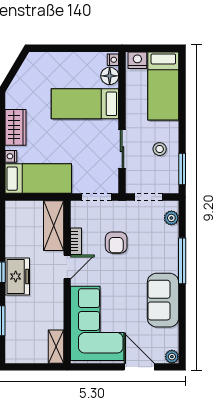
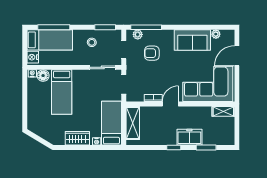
window: (182, 92) -> (54, 27), added
sliding door: (122, 149) -> (103, 67), moved
shelving: (54, 226) -> (133, 123), moved, turned 90
armchair: (116, 243) -> (152, 53), moved, turned 180
window: (182, 261) -> (146, 27), moved
door: (67, 267) -> (170, 104), hinge flipped
freezer: (17, 276) -> (189, 137), moved
plant: (172, 357) -> (216, 34), moved

